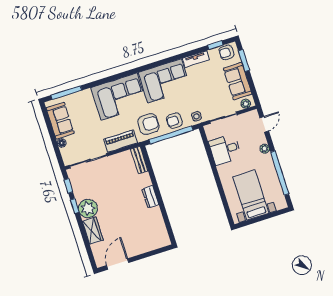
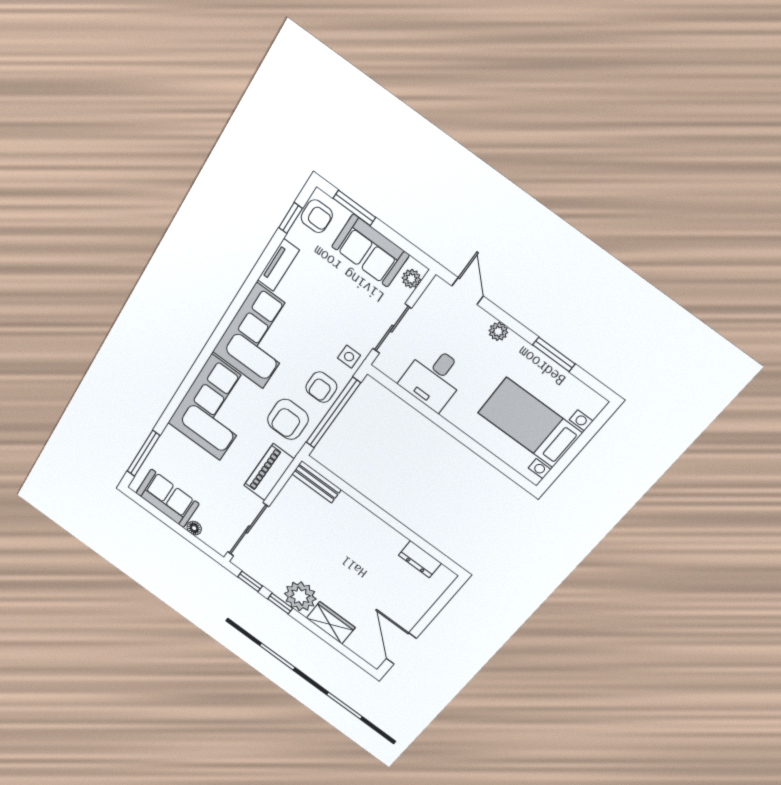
armchair: (226, 52) -> (317, 216), turned -90
armchair: (148, 124) -> (288, 419), turned 180
window: (280, 173) -> (554, 354), width x0.47
dresser: (150, 197) -> (420, 559), moved

